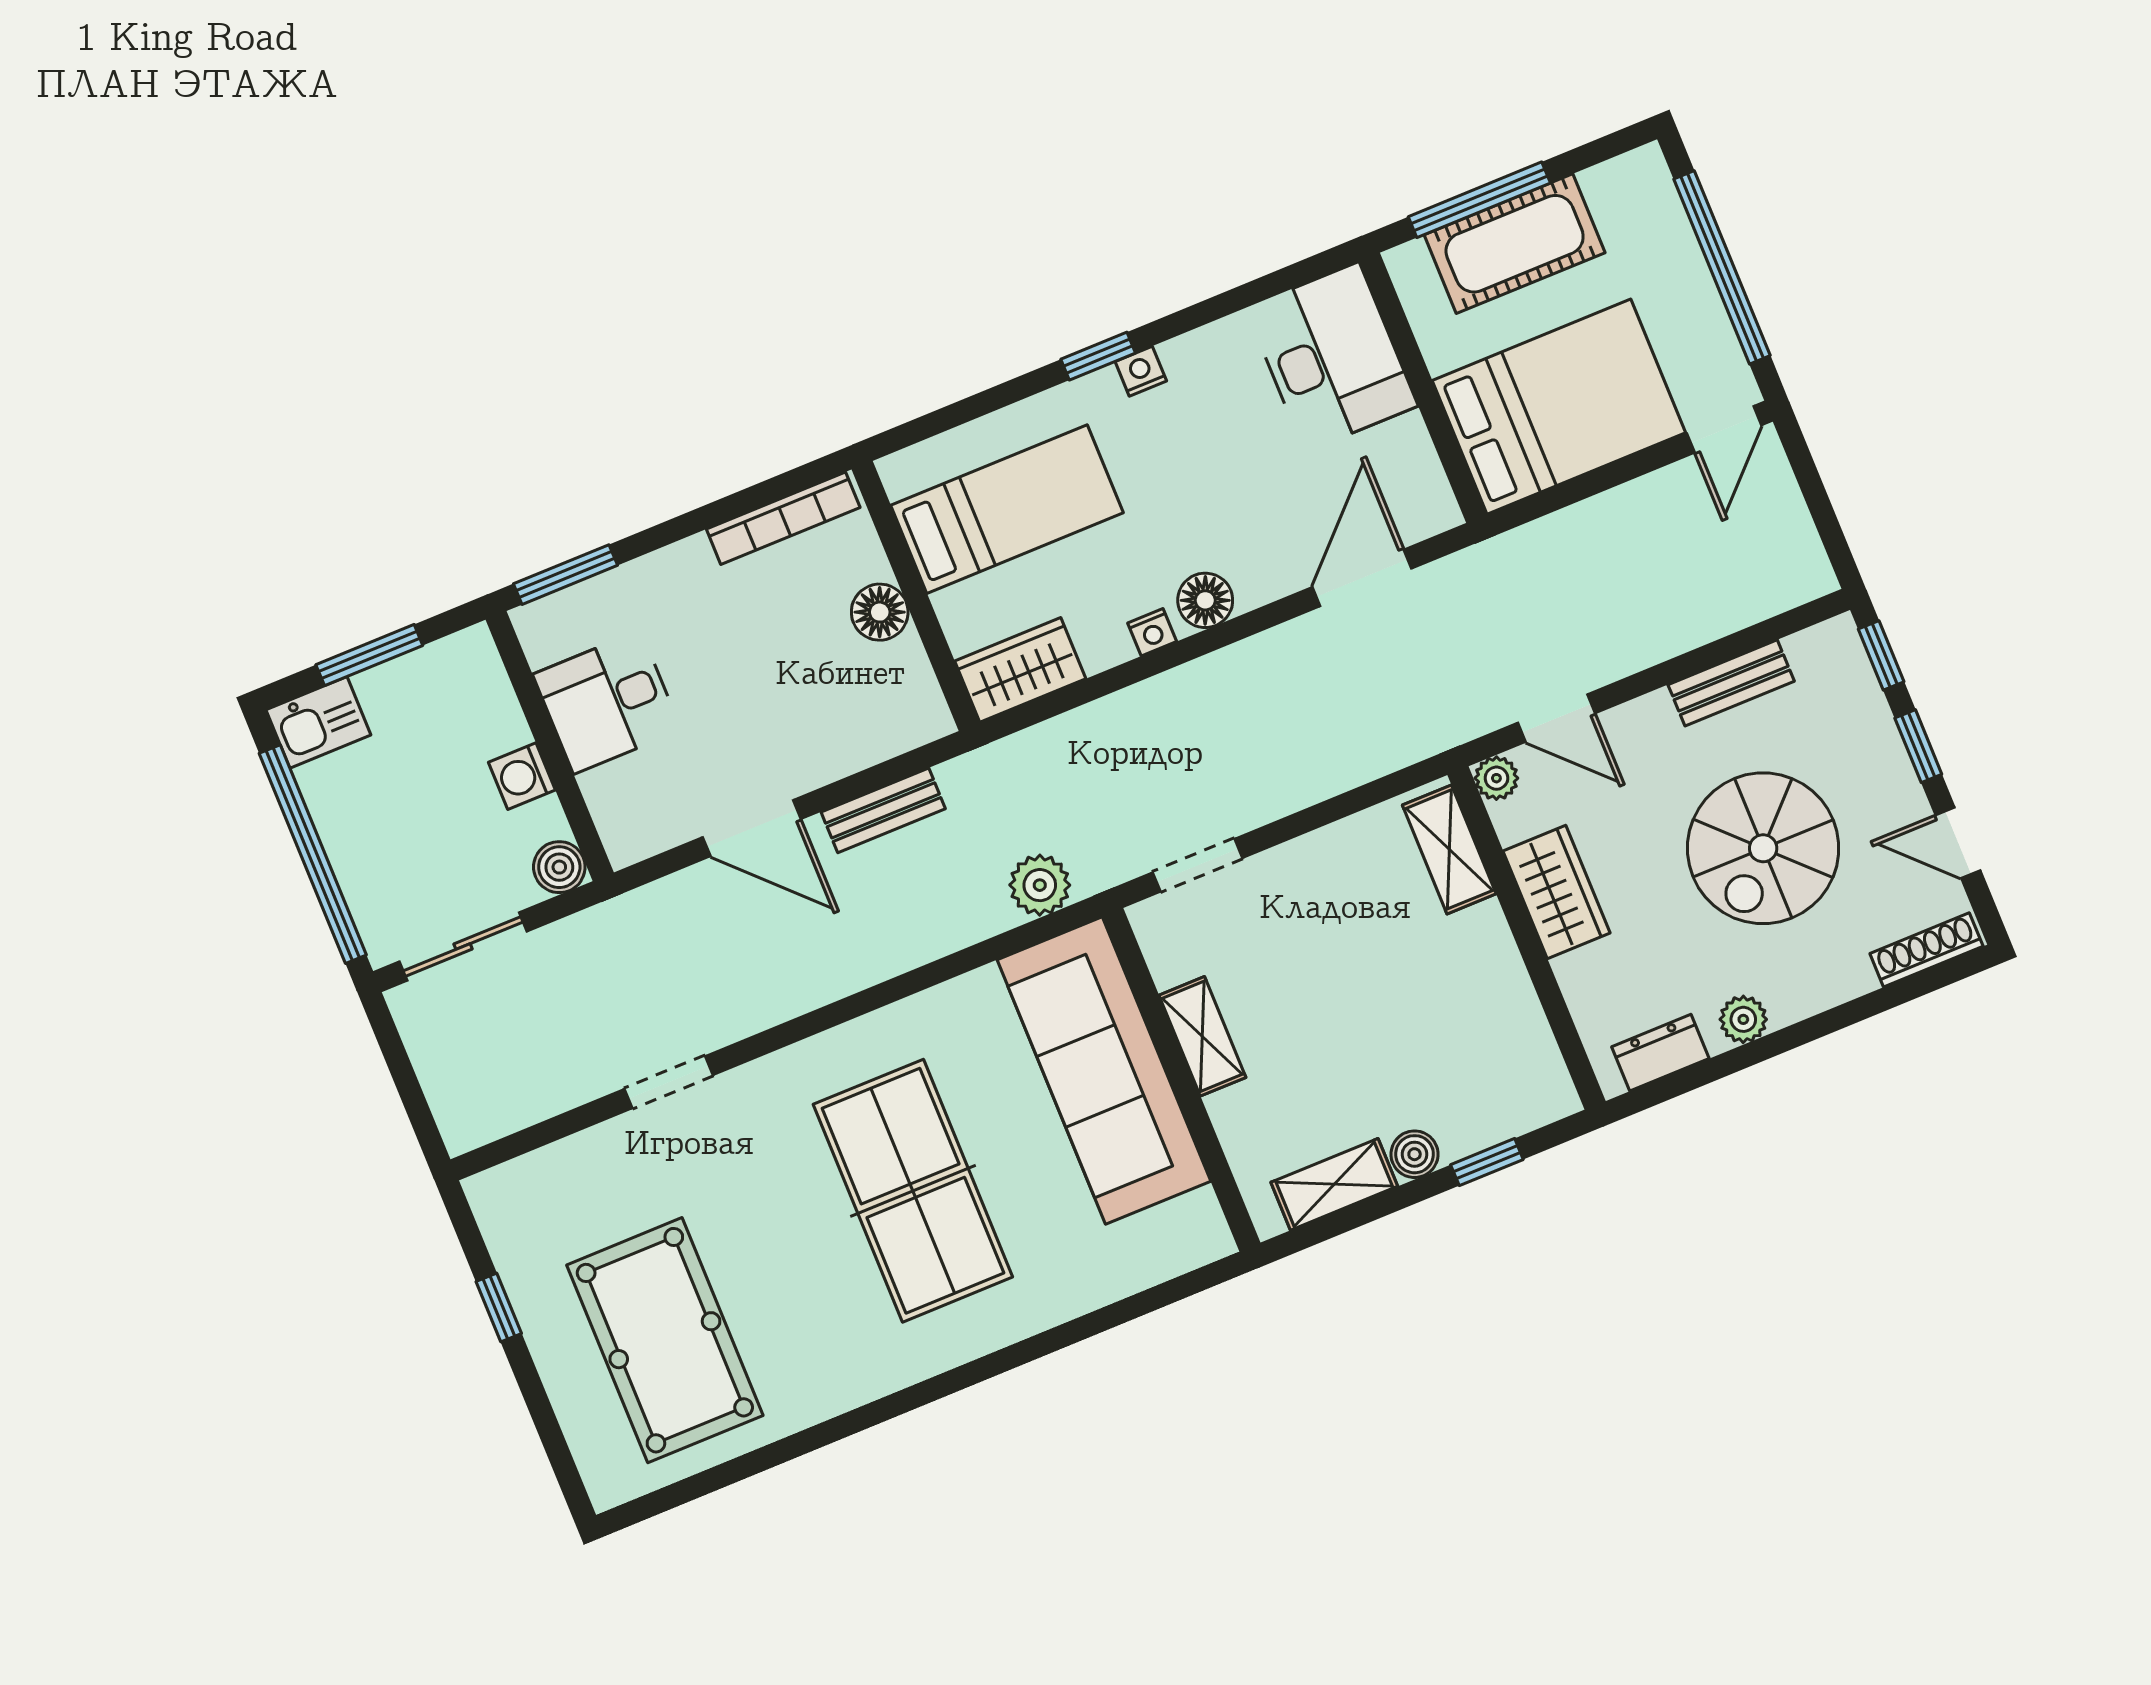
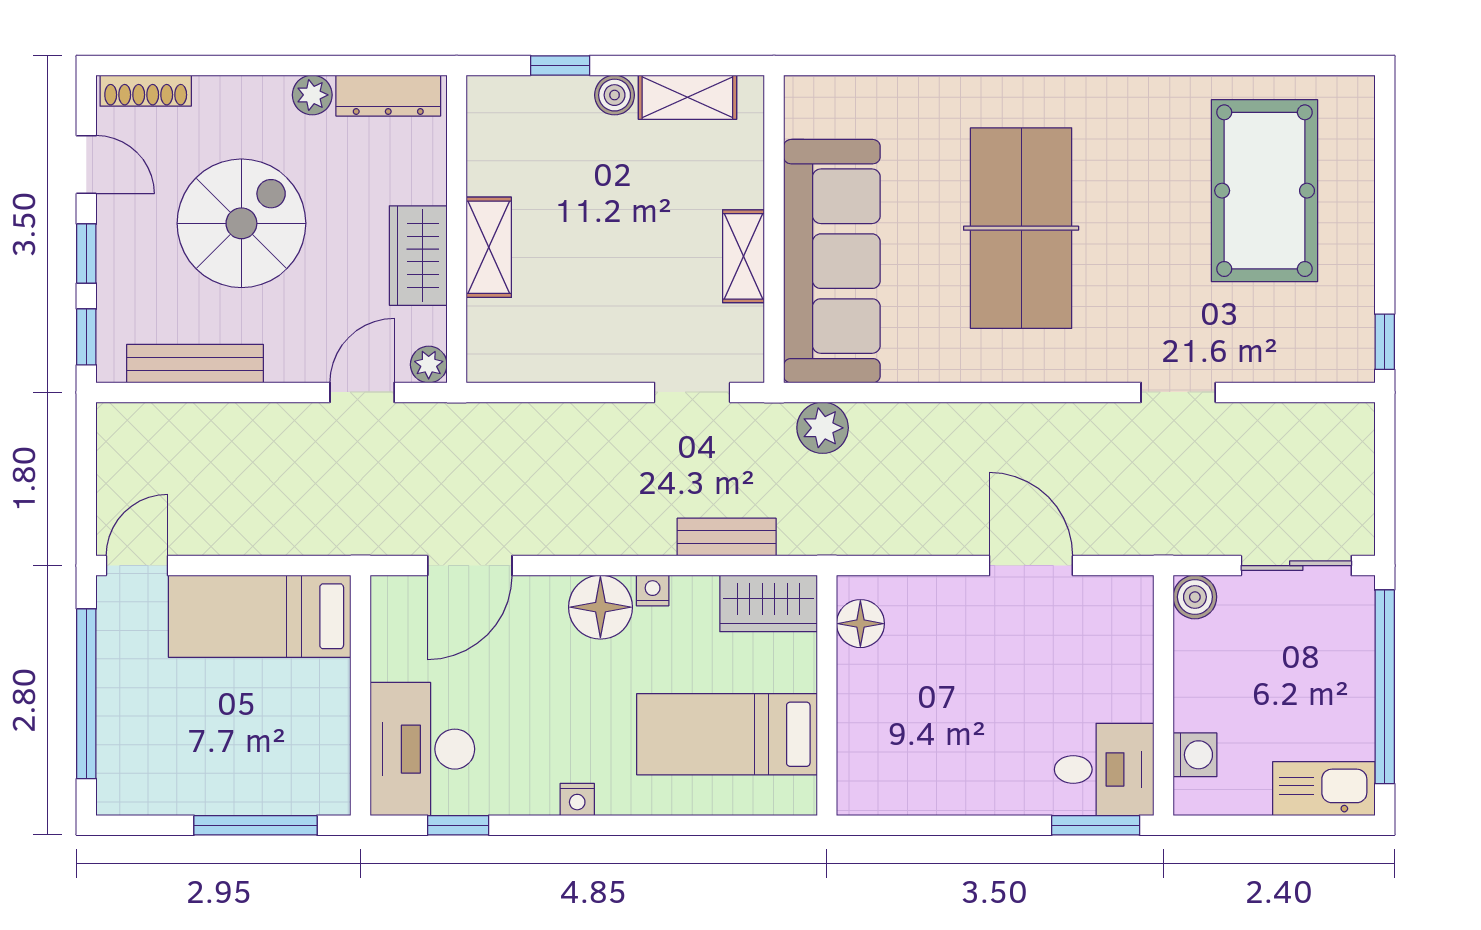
cot: (1515, 244) -> (242, 779), removed
window: (1098, 356) -> (458, 825), moved
bed: (1559, 407) -> (260, 616), width x0.67
bookcase: (783, 518) -> (906, 799), removed
floor lamp: (1205, 600) -> (600, 607), width x1.38, depth x1.38
floor lamp: (880, 612) -> (860, 624), moved
window: (369, 655) -> (1276, 825), removed
bench: (1731, 683) -> (195, 364), width x1.36
desk: (607, 702) -> (1104, 769), moved
door: (1556, 718) -> (362, 392), hinge flipped
kitchen sink: (318, 722) -> (1324, 789), width x1.38
washing machine: (522, 776) -> (1195, 755), moved
bench: (883, 810) -> (727, 537), moved
shelving: (1449, 849) -> (489, 247), moved
dresser: (1660, 1053) -> (388, 96), width x1.44
window: (499, 1307) -> (1385, 342), moved

